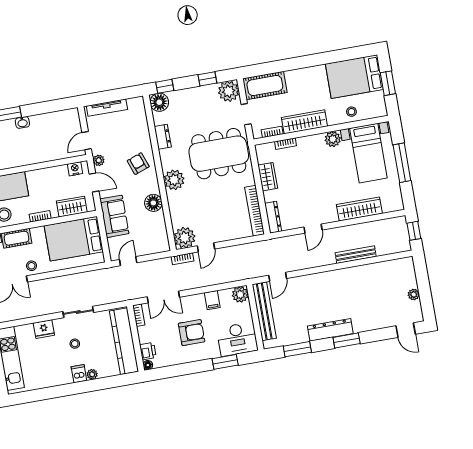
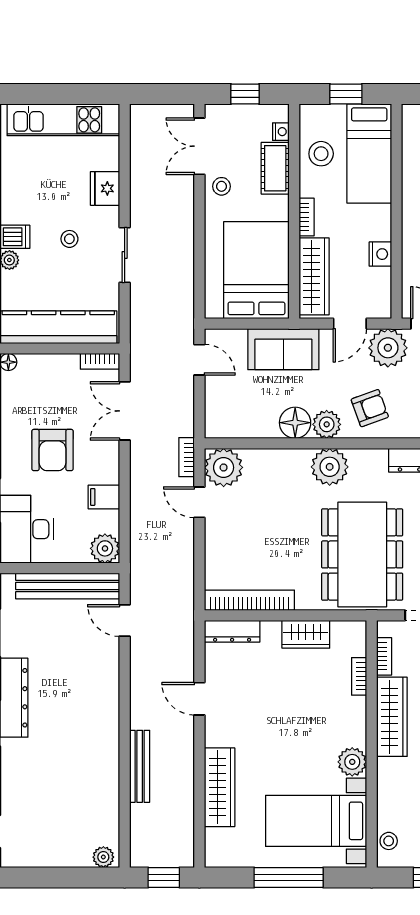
stool: (351, 112) -> (389, 841), moved
plant: (99, 160) -> (388, 348), width x1.88, depth x1.88
nightstand: (75, 169) -> (380, 254), moved
plant: (151, 186) -> (327, 424), added
wardrobe: (72, 207) -> (314, 276), width x1.50
plant: (414, 294) -> (103, 857), moved
printer: (148, 351) -> (33, 366), removed

